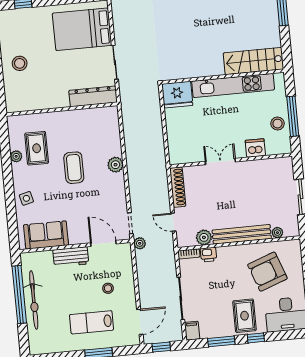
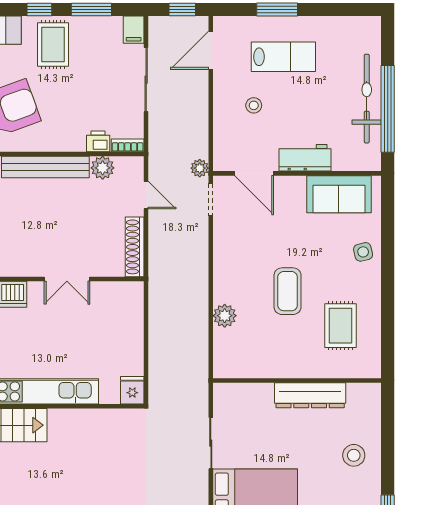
fridge: (177, 95) -> (132, 390), width x0.53, depth x0.75
dresser: (93, 96) -> (310, 395), moved
plant: (16, 156) -> (372, 316), removed
plant: (115, 165) -> (225, 316), moved

